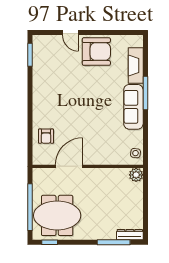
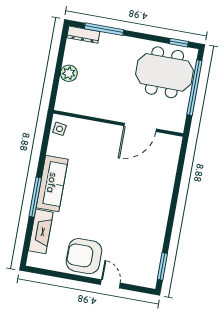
armchair: (46, 136) -> (161, 168), removed
plant: (136, 175) -> (69, 73), moved

